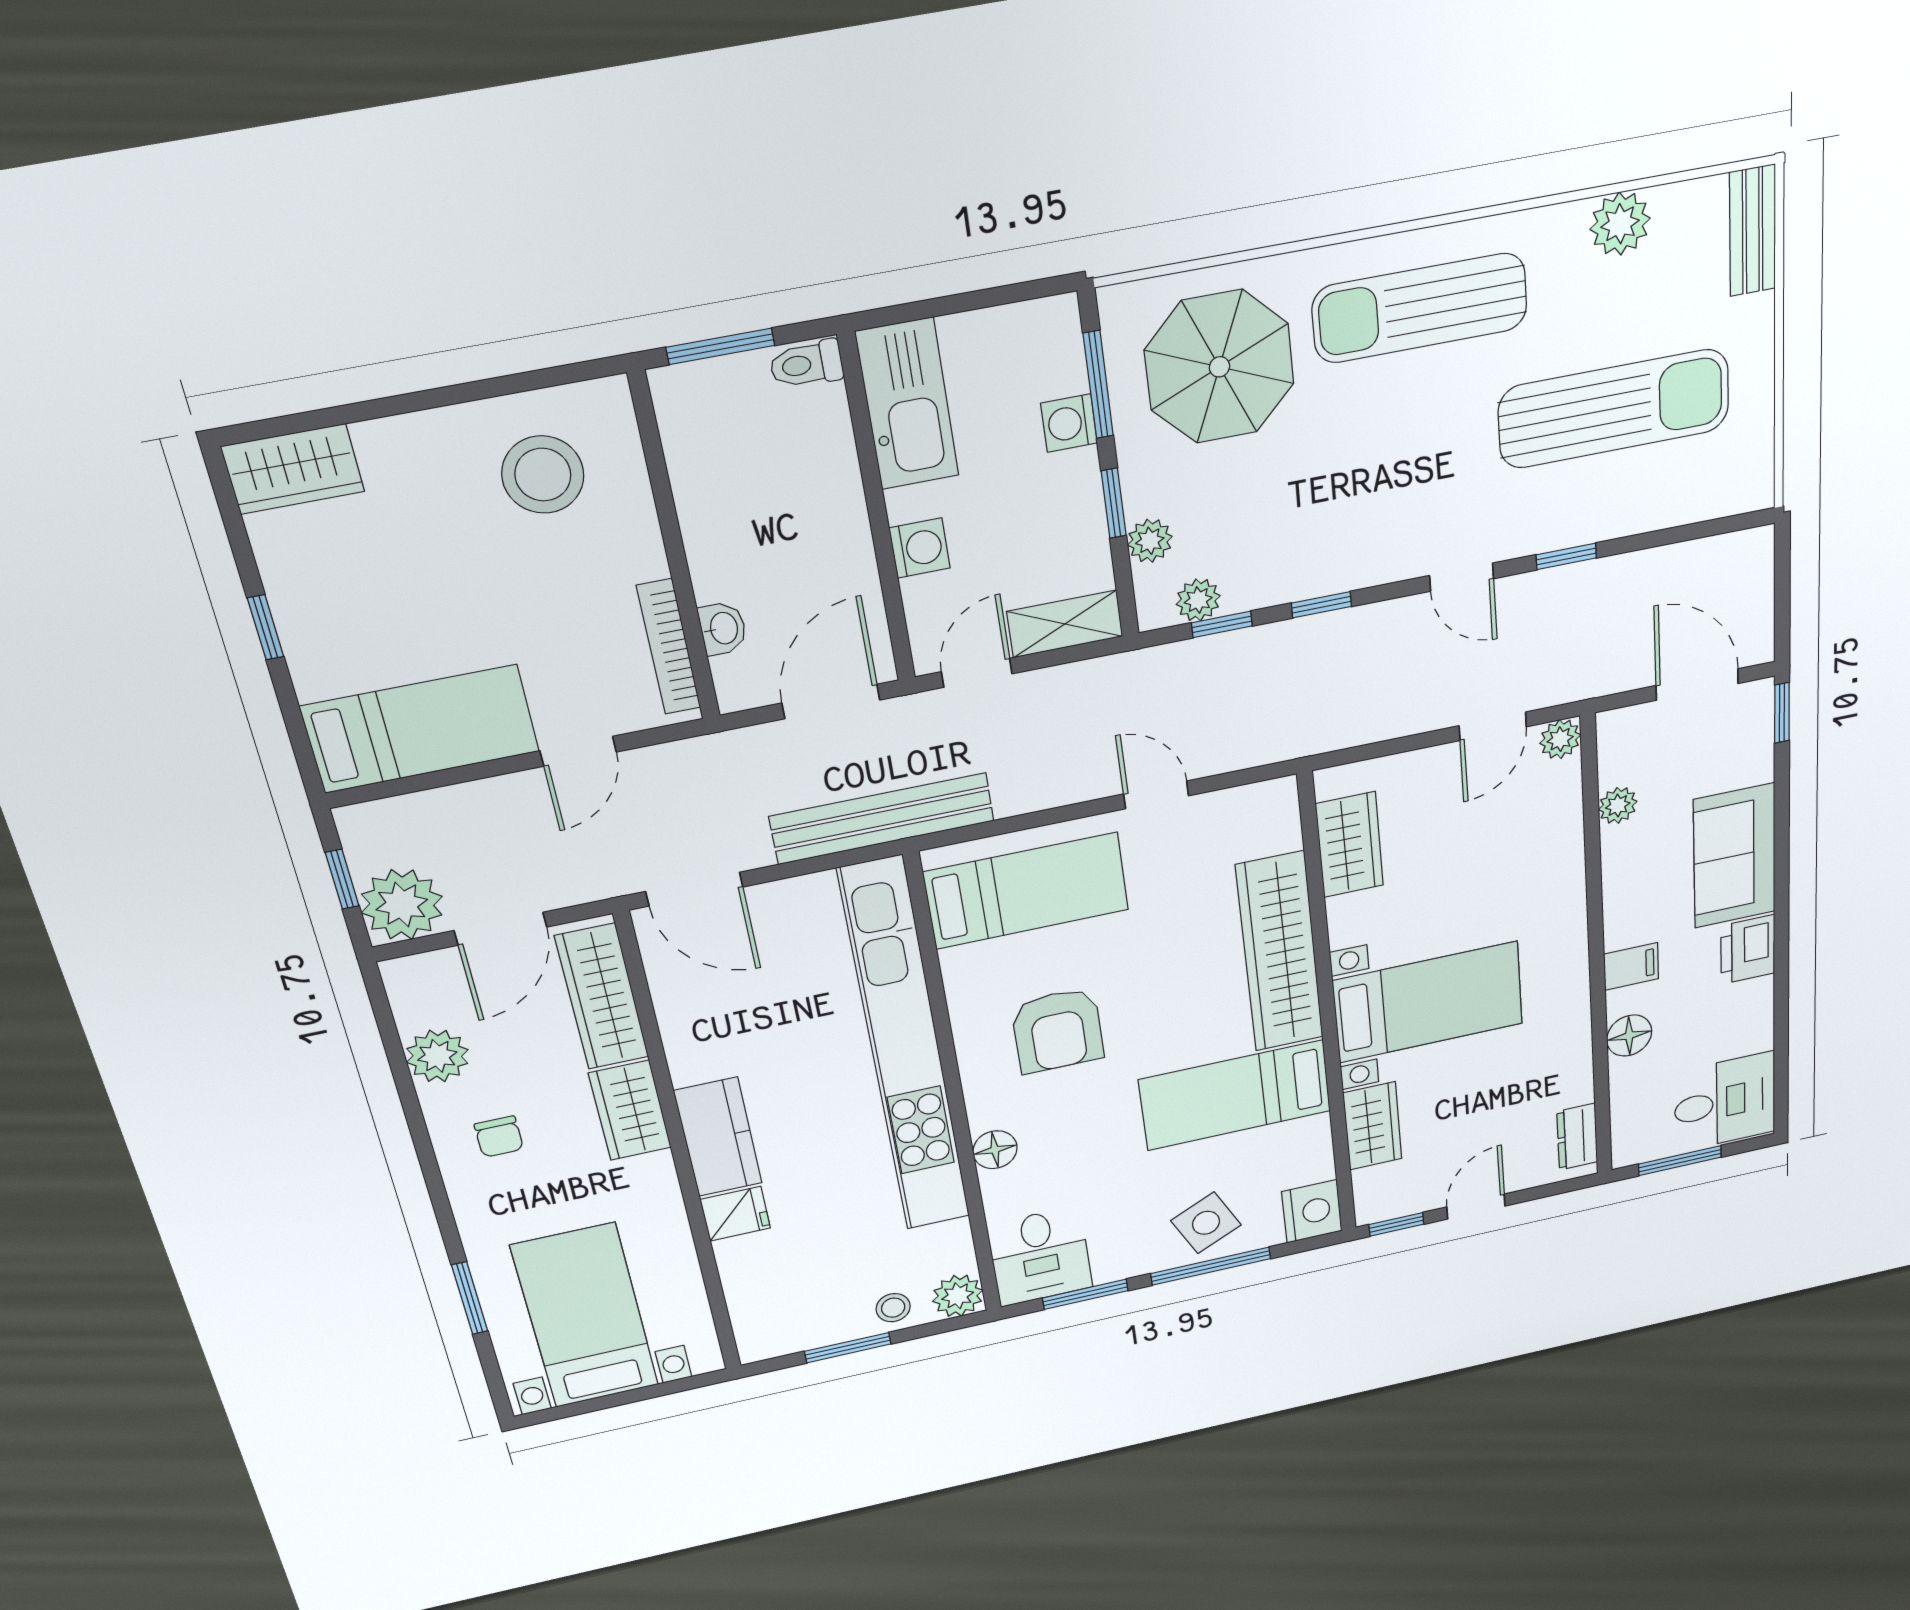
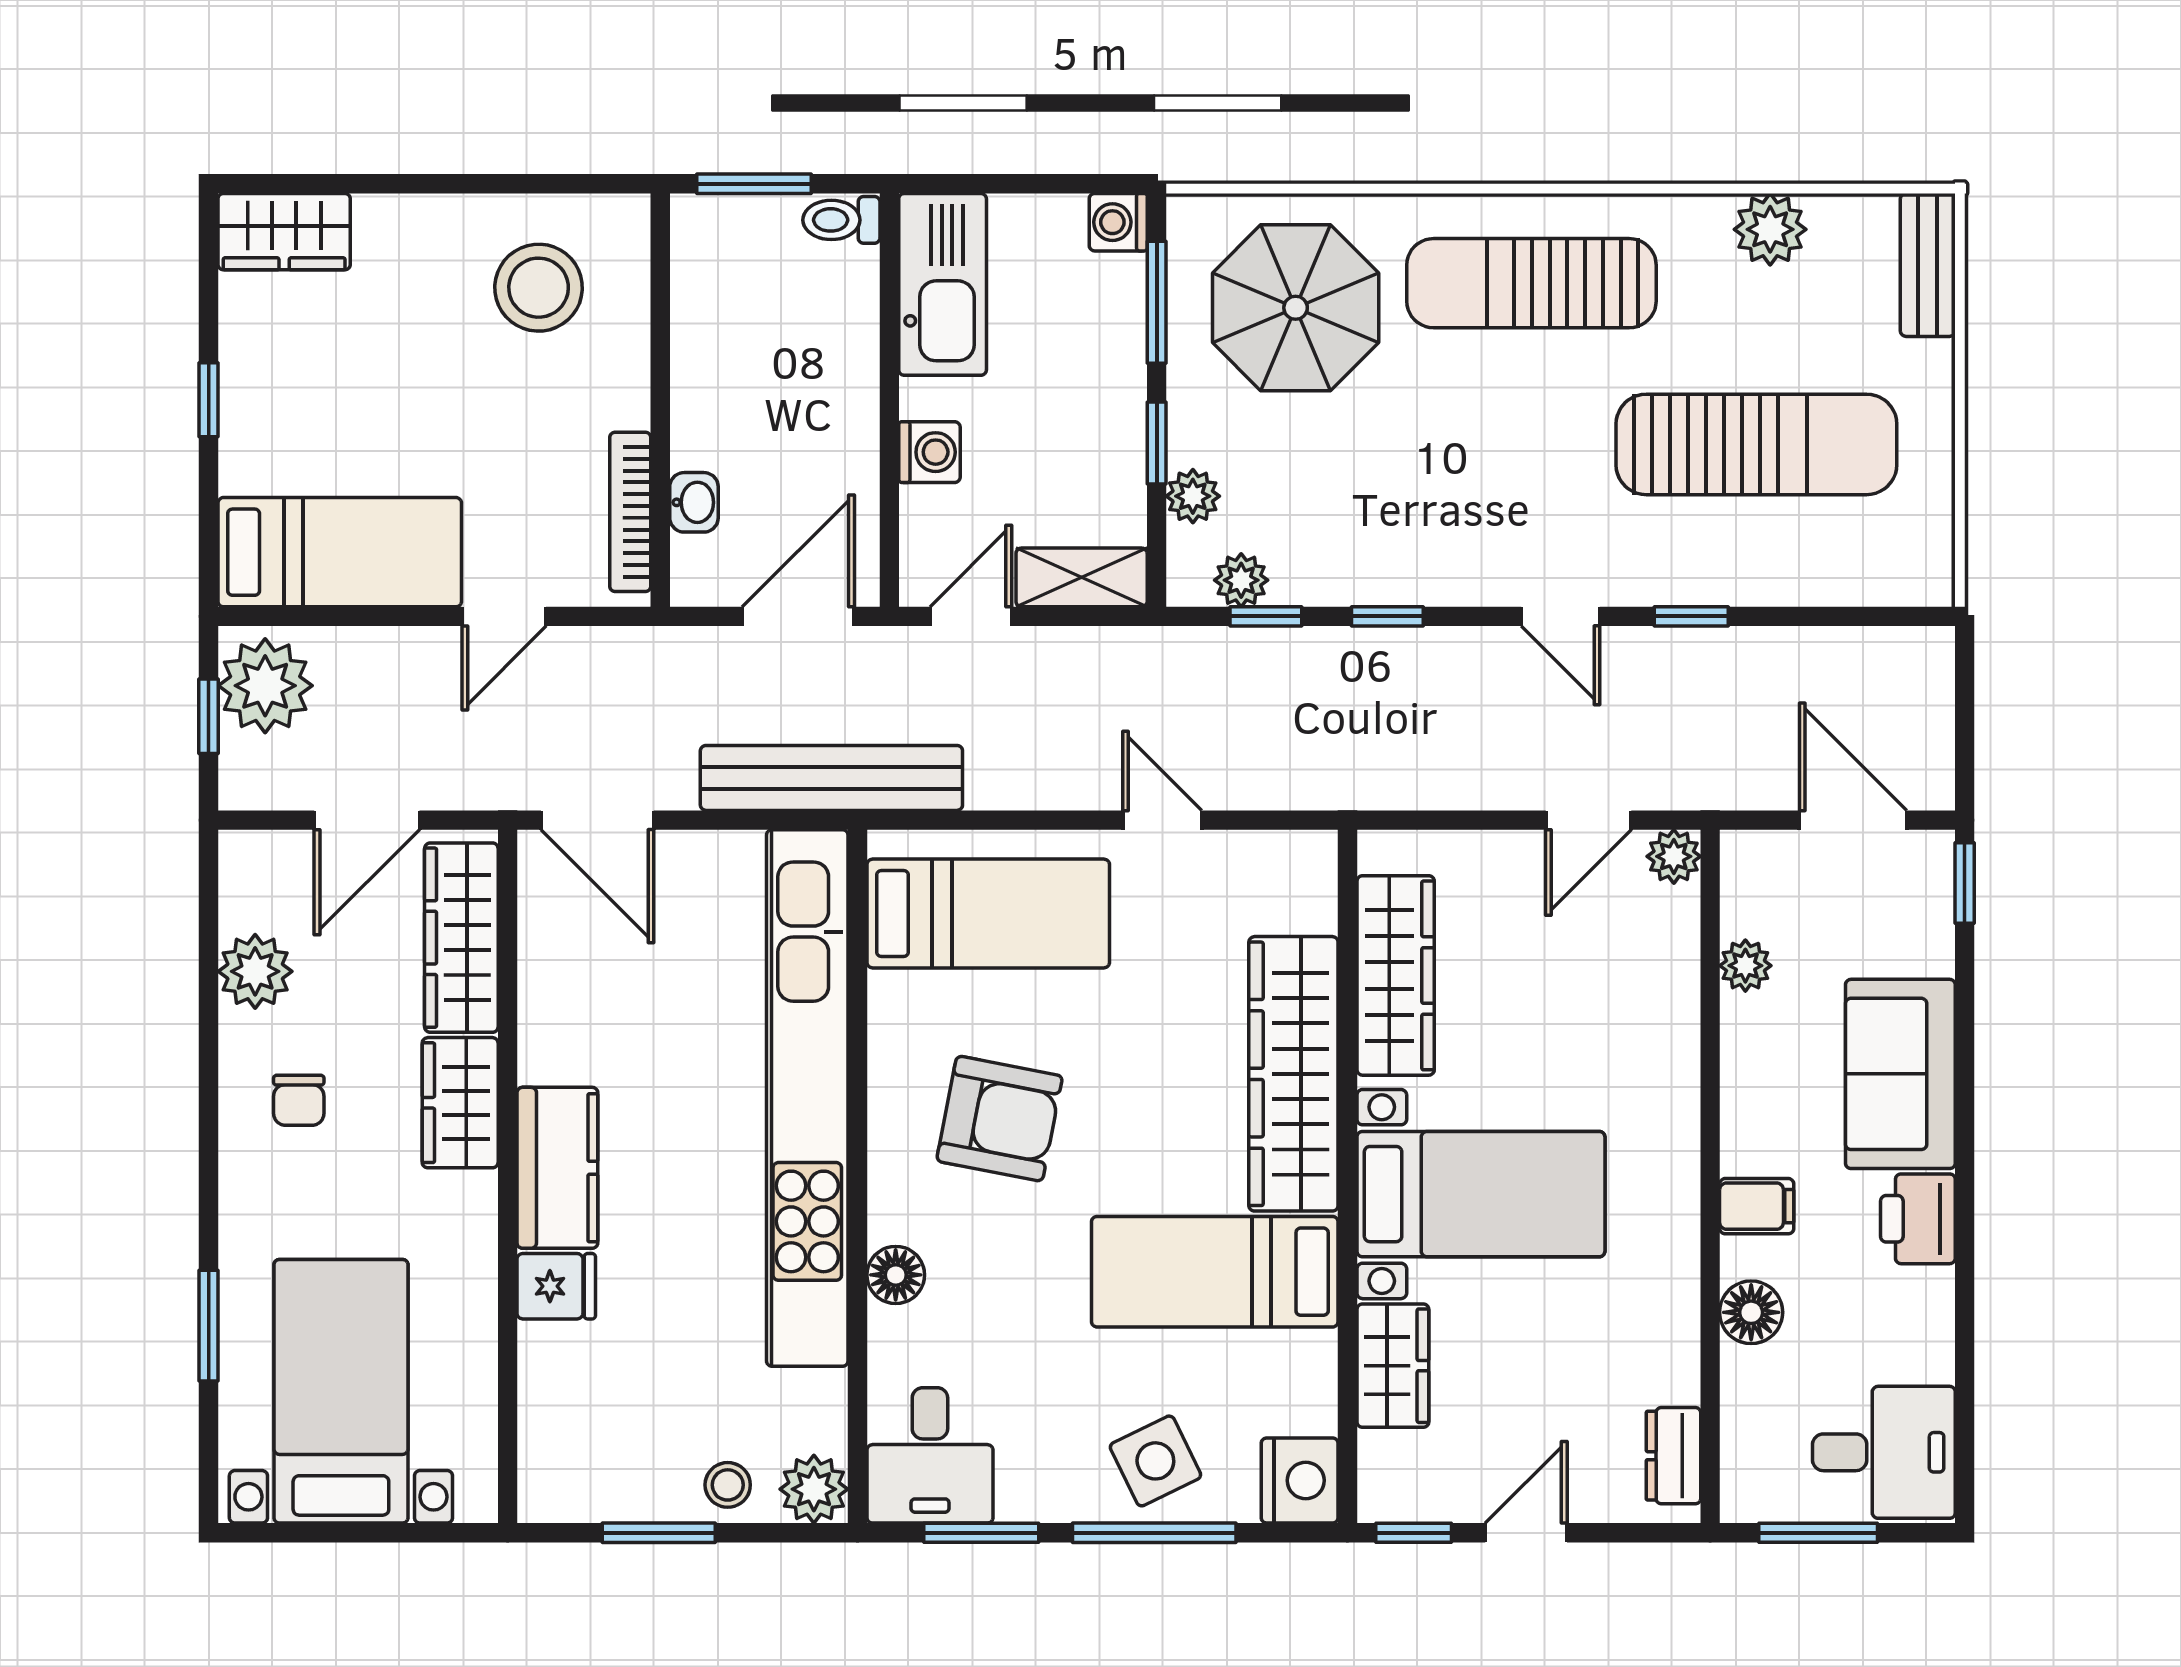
washing machine: (1069, 423) -> (1118, 222), moved
wardrobe: (1349, 845) -> (1396, 975), width x1.50
plant: (402, 905) -> (265, 686), moved
armchair: (1058, 1030) -> (1000, 1119), turned -79

